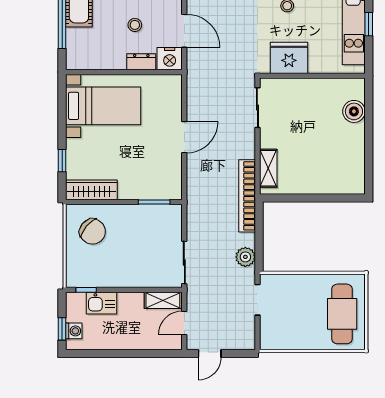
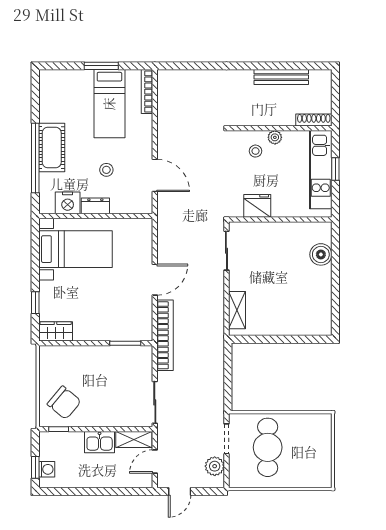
fridge: (289, 58) -> (257, 206), width x0.73, depth x0.75
nightstand: (170, 59) -> (68, 203), moved
dresser: (141, 62) -> (95, 206), moved
wardrobe: (91, 190) -> (56, 331), width x0.67
bookcase: (247, 196) -> (165, 335), moved, turned 180
chair: (92, 232) -> (64, 403), moved
plant: (245, 257) -> (215, 466), moved
kitchen sink: (101, 303) -> (100, 442), moved
cafe table: (342, 314) -> (268, 447), moved

